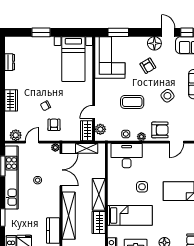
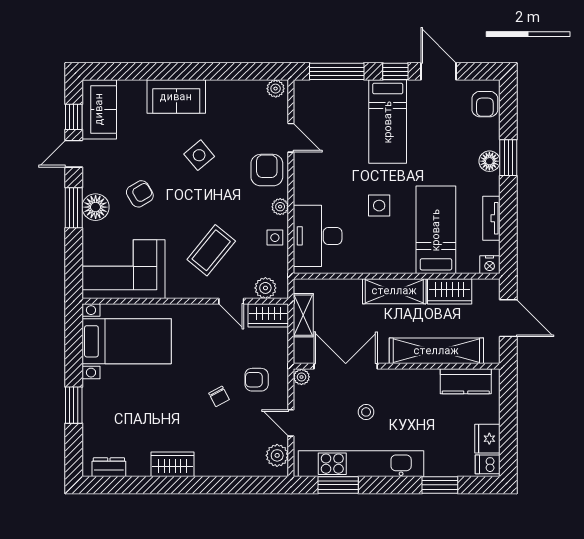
window: (118, 32) -> (74, 208), moved
floor lamp: (154, 43) -> (96, 207), moved
dresser: (10, 62) -> (109, 467), moved
wardrobe: (11, 100) -> (172, 464), moved
coffee table: (132, 102) -> (211, 250), moved, turned 39

